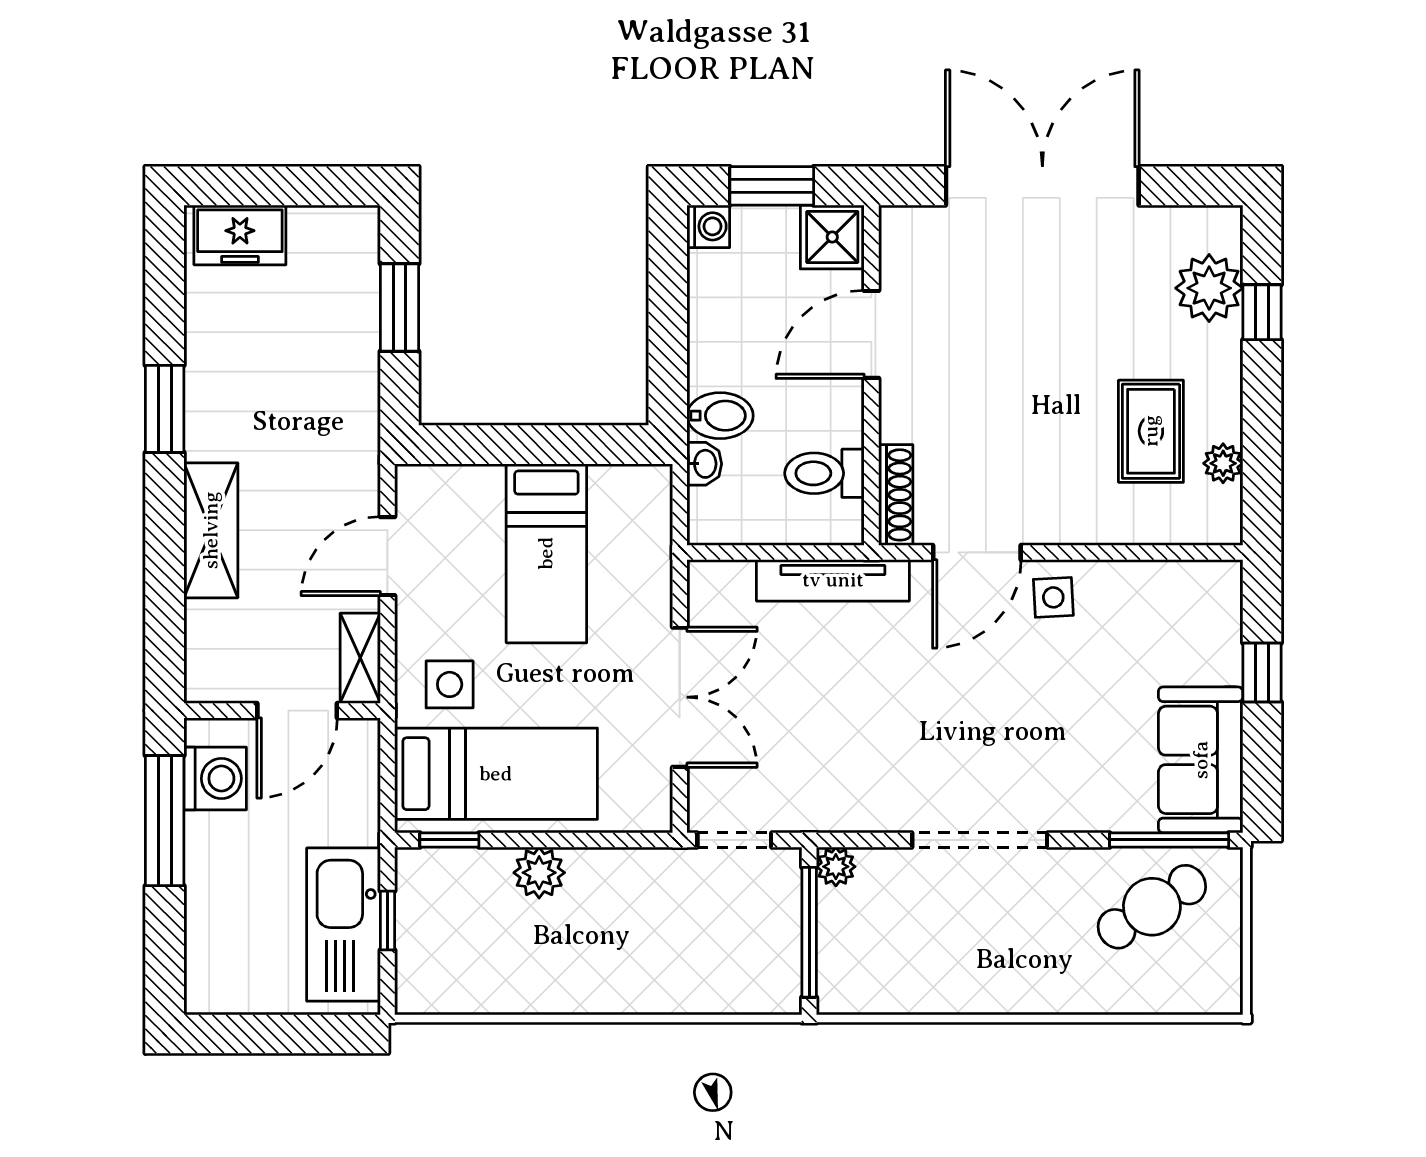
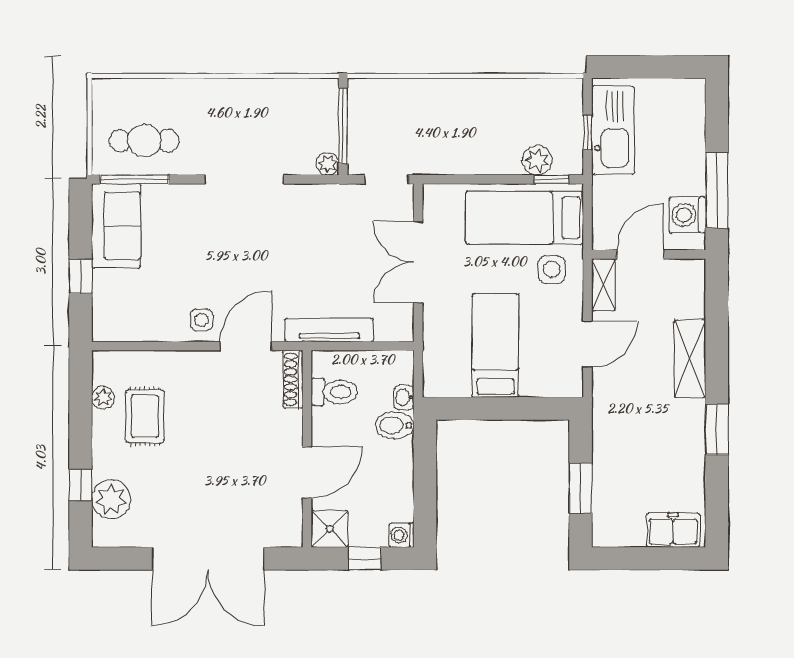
window: (772, 186) -> (365, 559), width x0.67
plant: (539, 873) -> (537, 160), moved
cafe table: (1152, 907) -> (144, 141), turned 32

